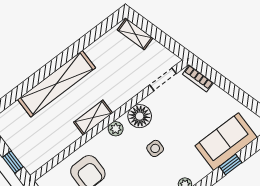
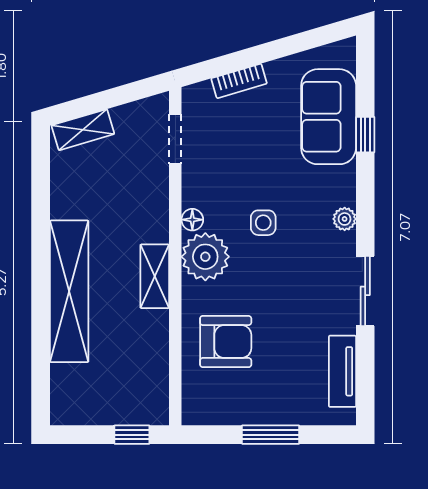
bookcase: (198, 78) -> (239, 81), moved
floor lamp: (140, 116) -> (192, 220), width x0.53, depth x0.53
plant: (116, 129) -> (205, 257), width x1.87, depth x1.87

